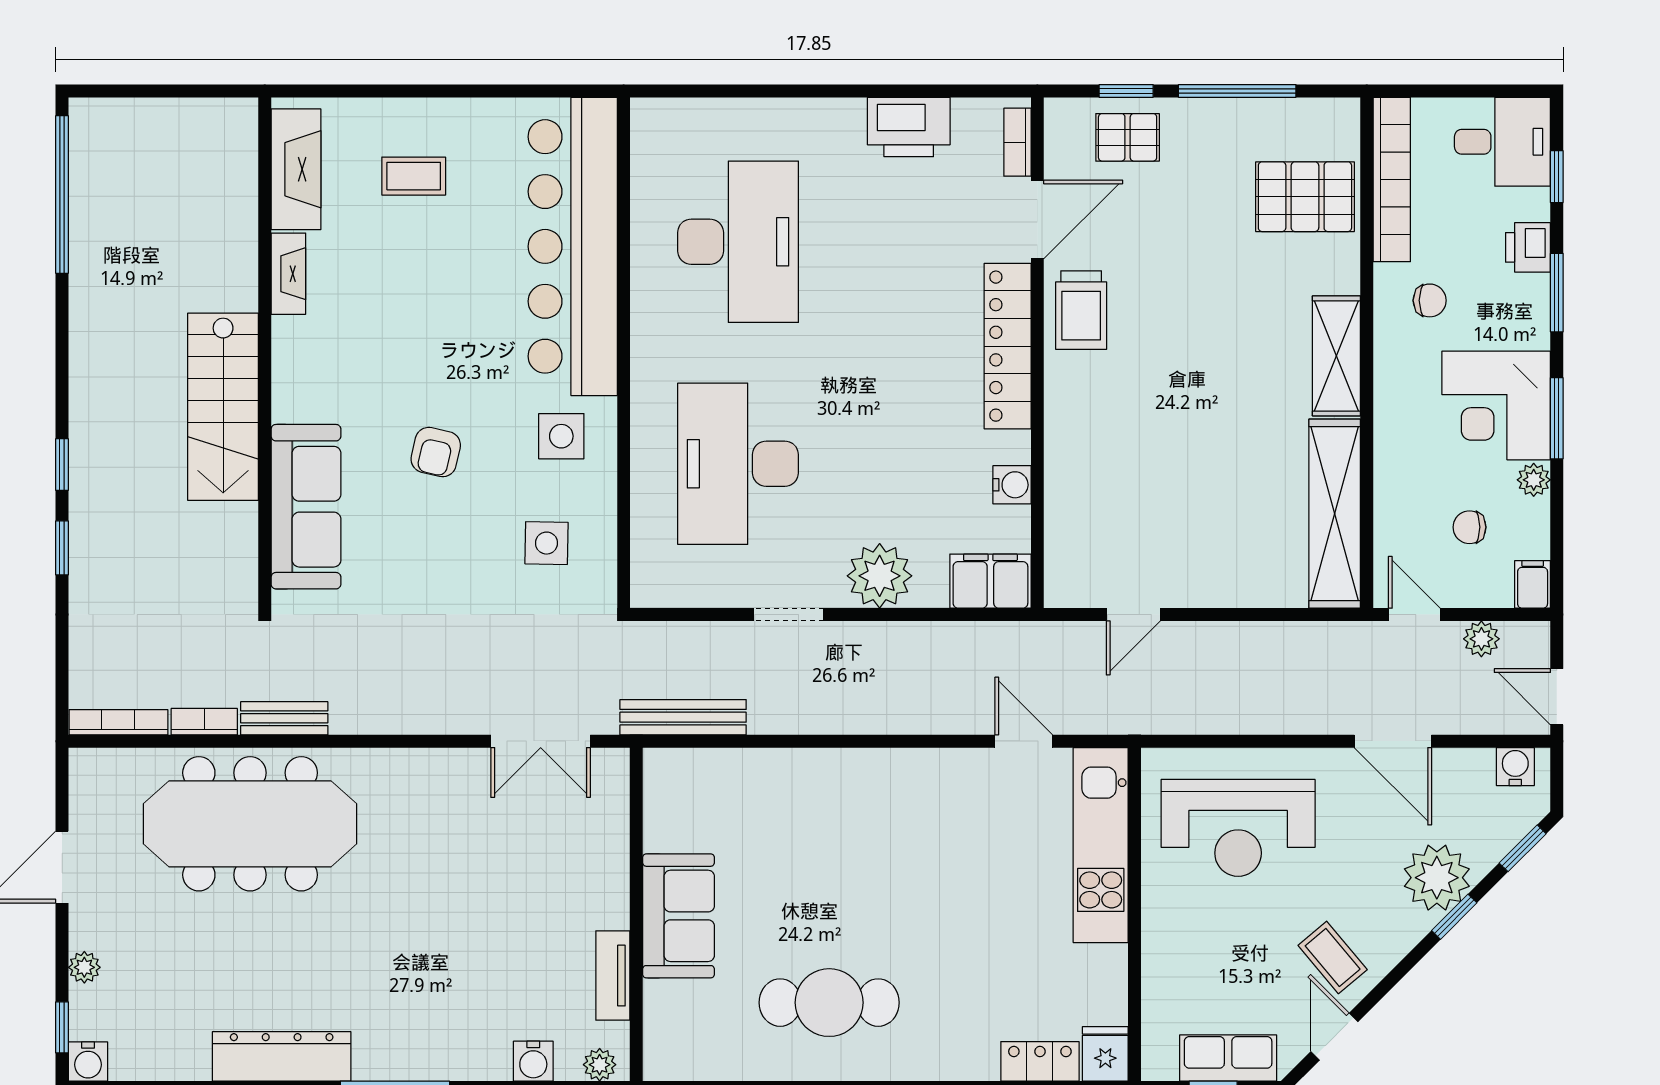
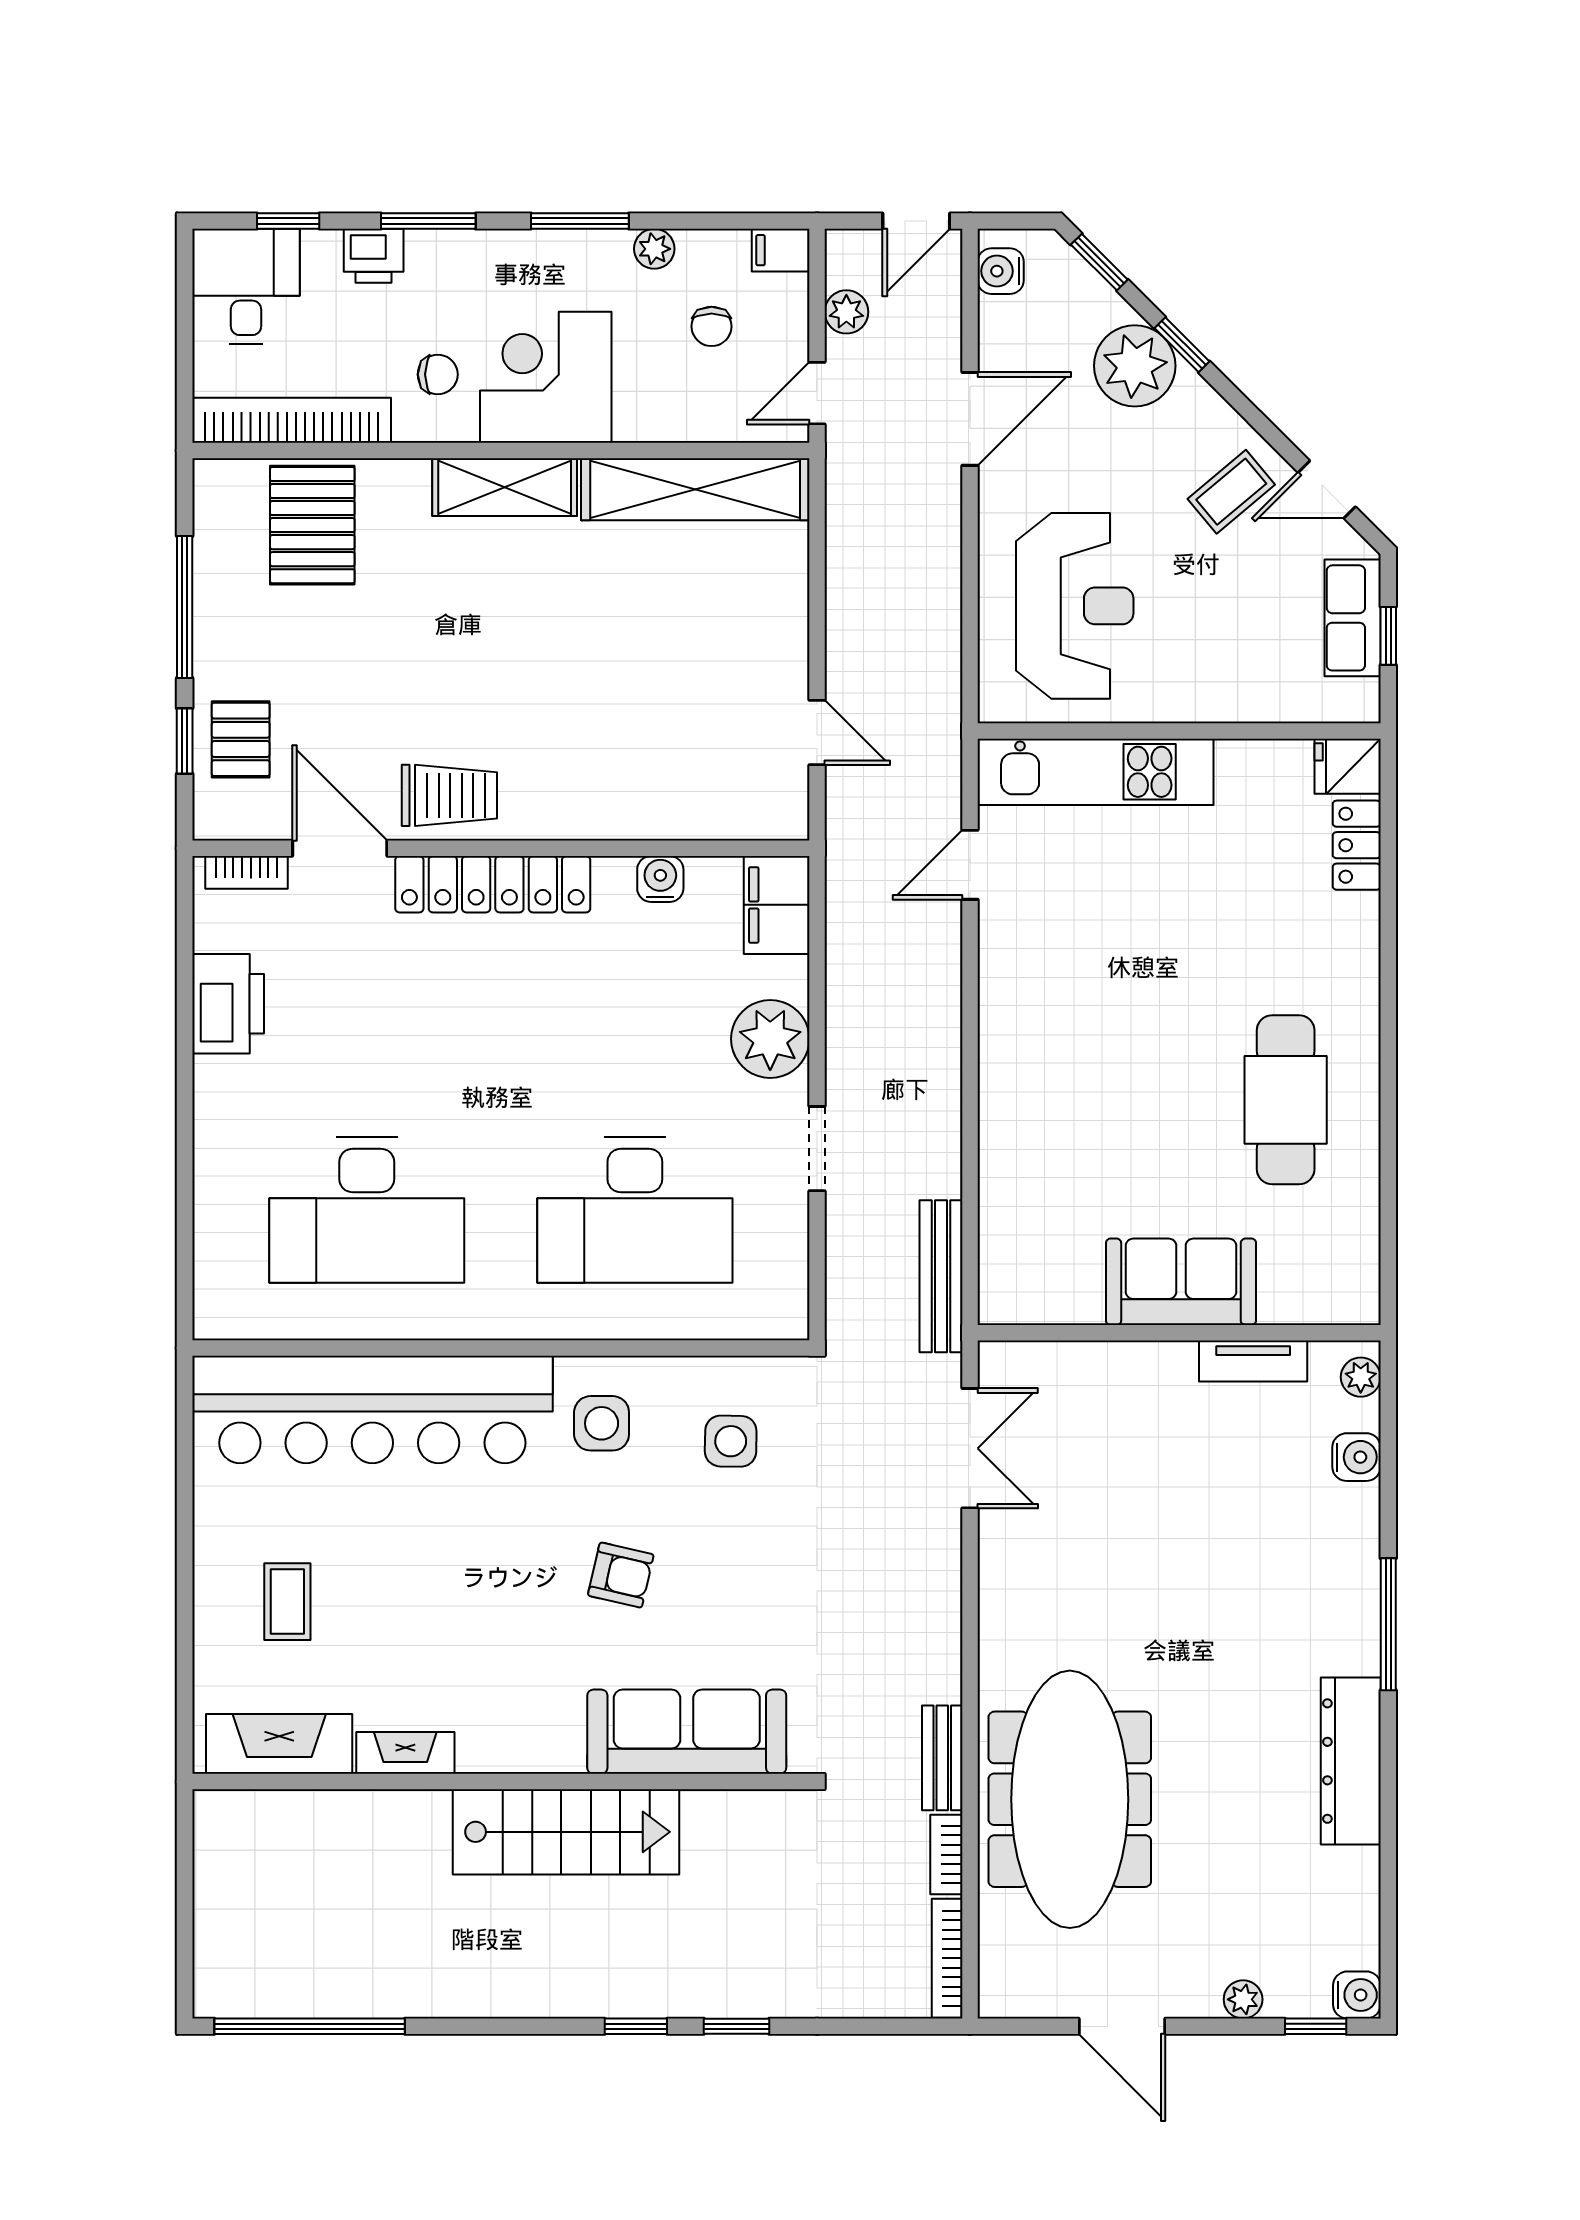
desk: (738, 242) -> (367, 1210), turned 180
chair: (1430, 300) -> (438, 374), turned 90
corner desk: (1496, 405) -> (546, 377), moved, turned 180

